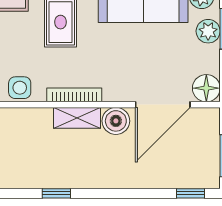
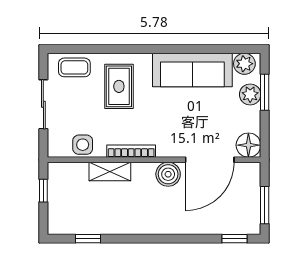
shelving: (77, 118) -> (110, 171), moved
window: (56, 193) -> (88, 239), moved

